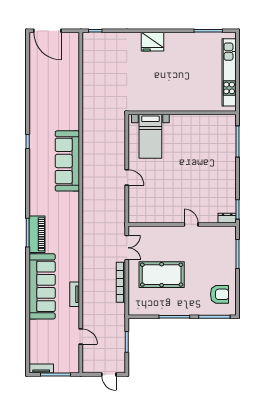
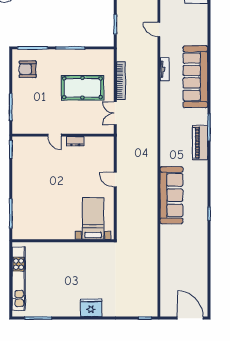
dresser: (227, 218) -> (75, 141), moved
piano: (37, 234) -> (200, 143), moved

